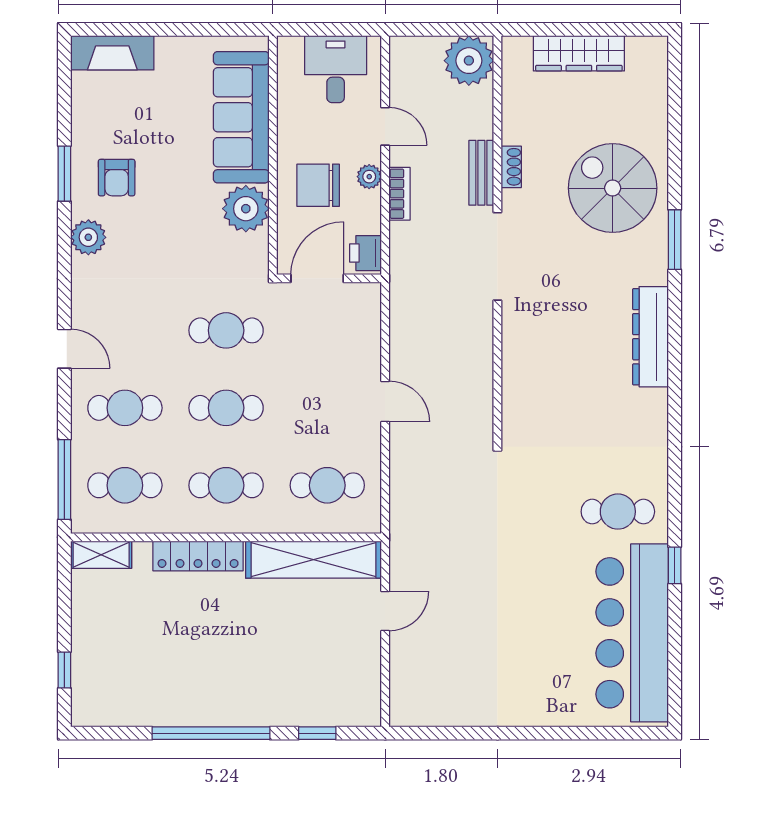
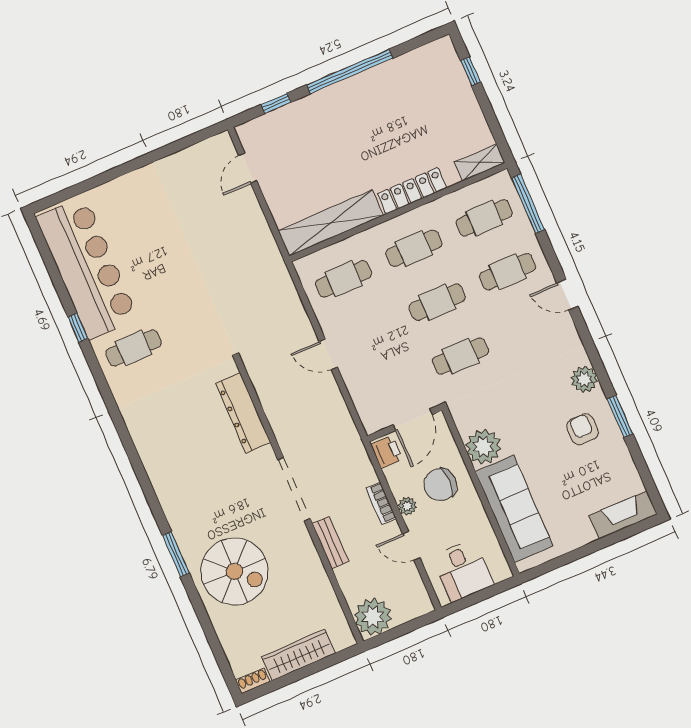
shoe rack: (511, 167) -> (253, 681), moved, turned 90
chair: (318, 185) -> (440, 485), turned 180
dresser: (651, 337) -> (243, 413), moved, turned 180
door: (385, 611) -> (248, 168), moved

